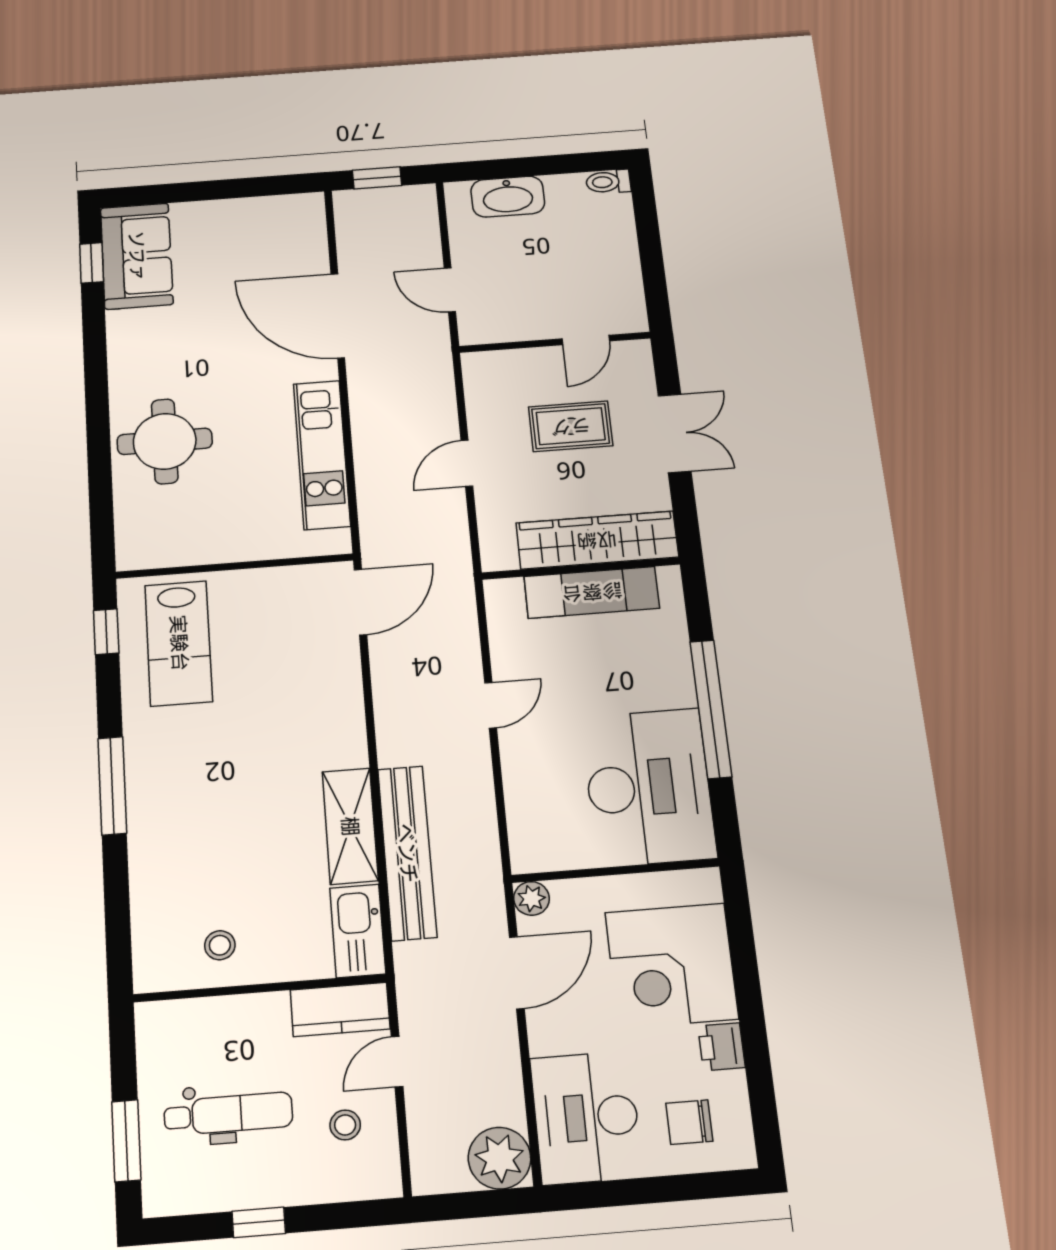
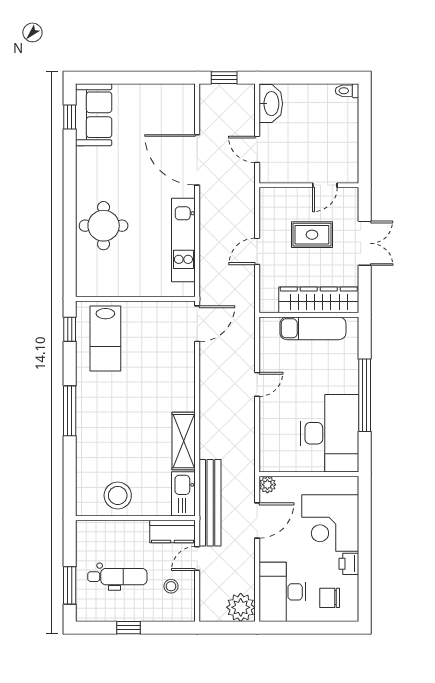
washbasin: (508, 197) -> (271, 104), moved, turned -90
bench: (407, 853) -> (210, 503), moved
stool: (220, 945) -> (118, 495), width x1.89, depth x1.89

